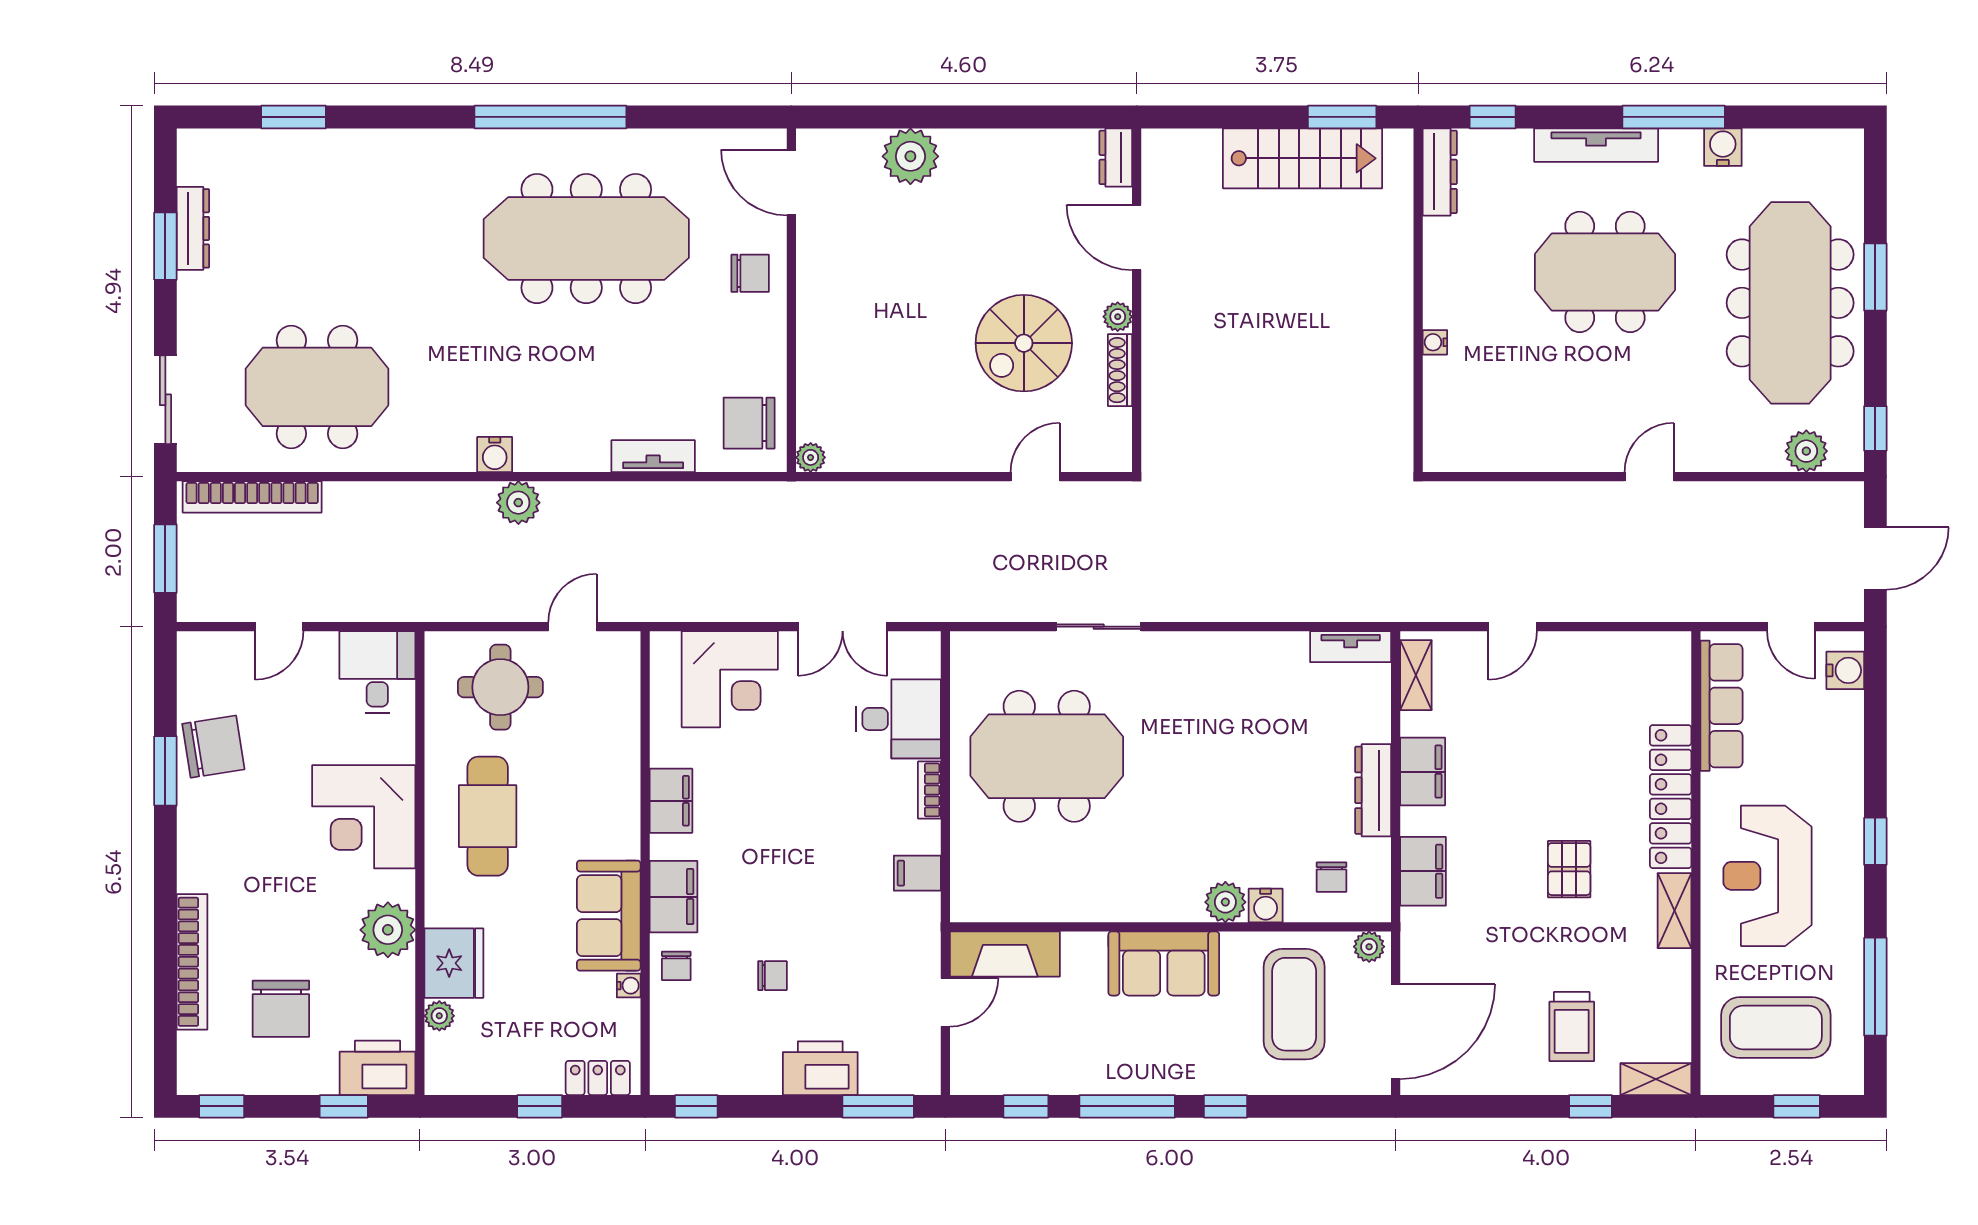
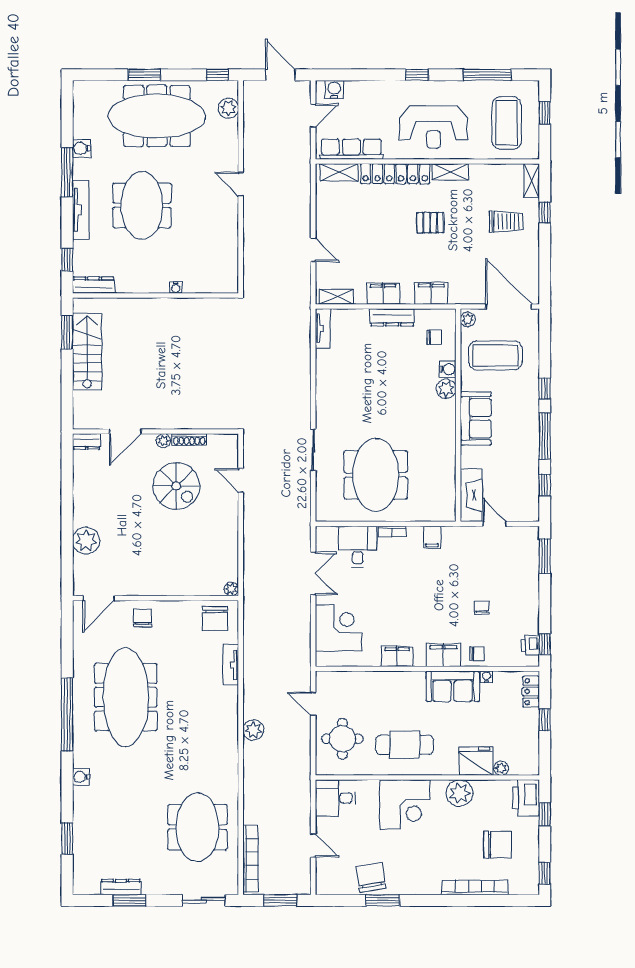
water cooler: (495, 455) -> (81, 777), moved, turned 180
shelving: (1674, 680) -> (339, 172), added
printer: (820, 1068) -> (531, 645), moved, width x0.53, depth x0.68

